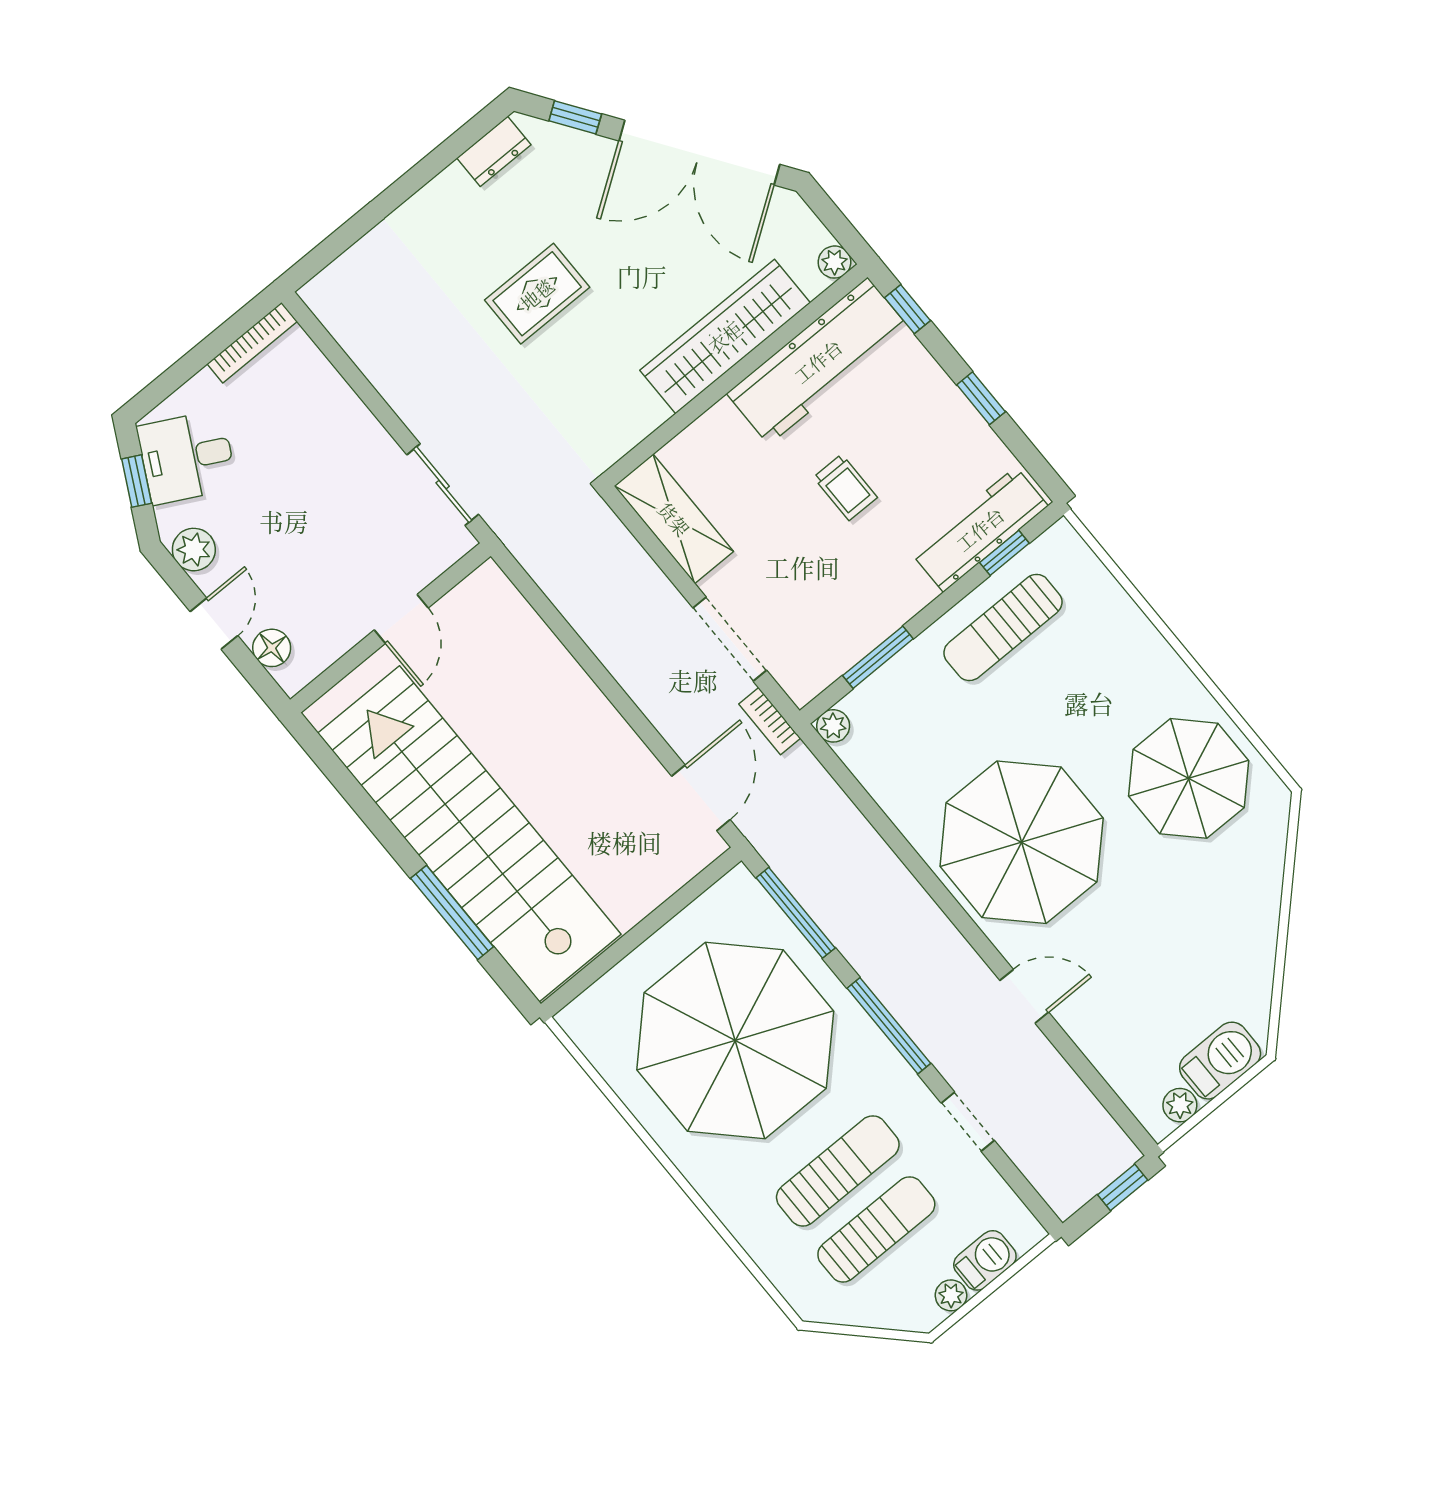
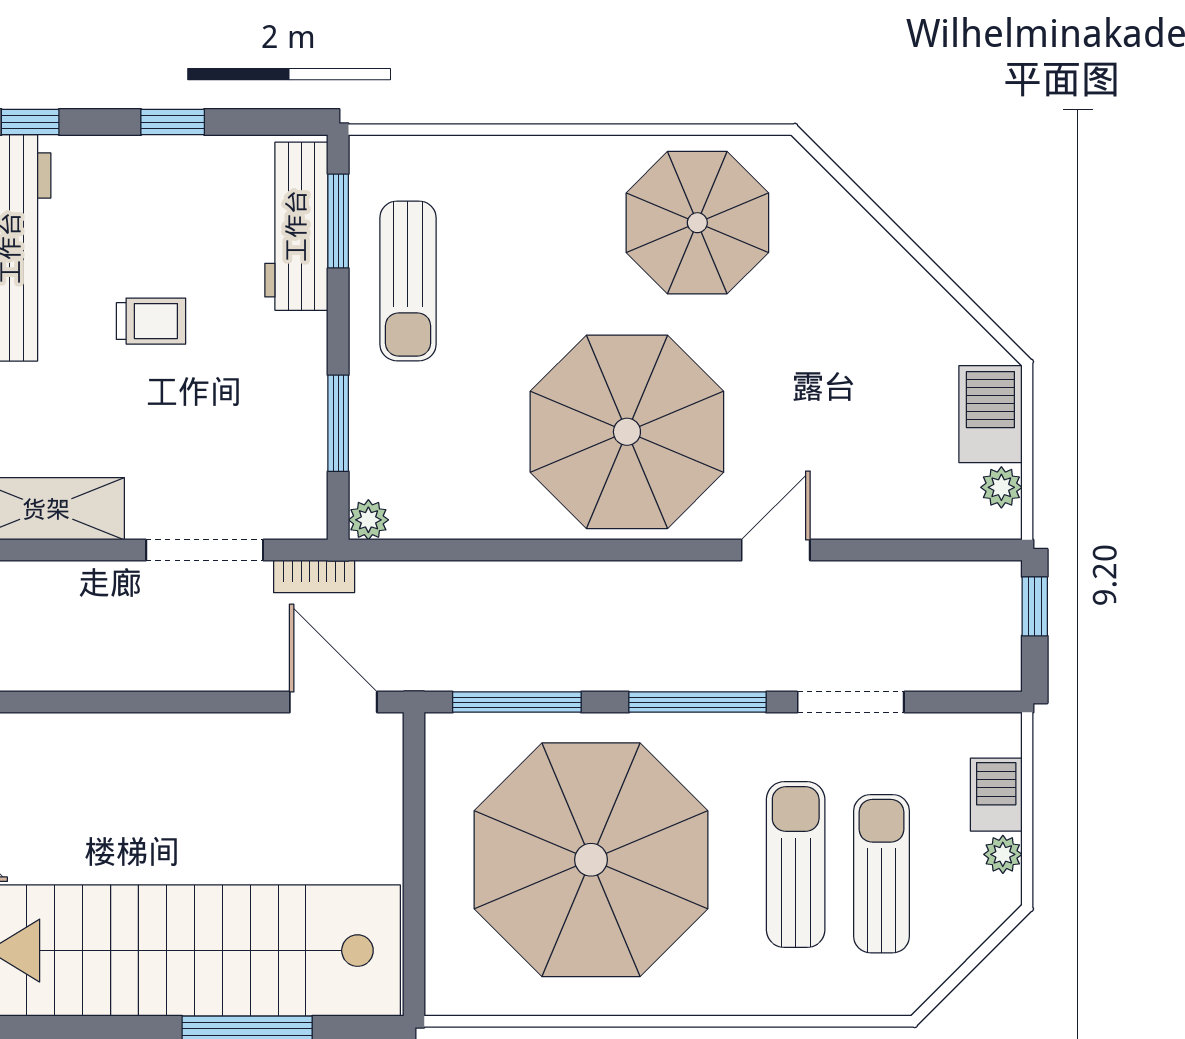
window: (1004, 553) -> (338, 221), width x1.50
doorway: (968, 1122) -> (851, 702), width x1.38

